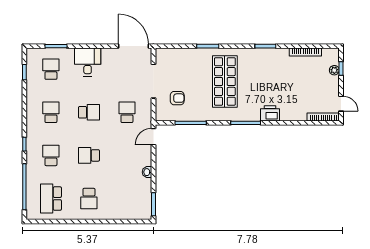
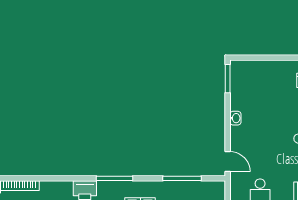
door: (153, 137) -> (228, 162), hinge flipped

